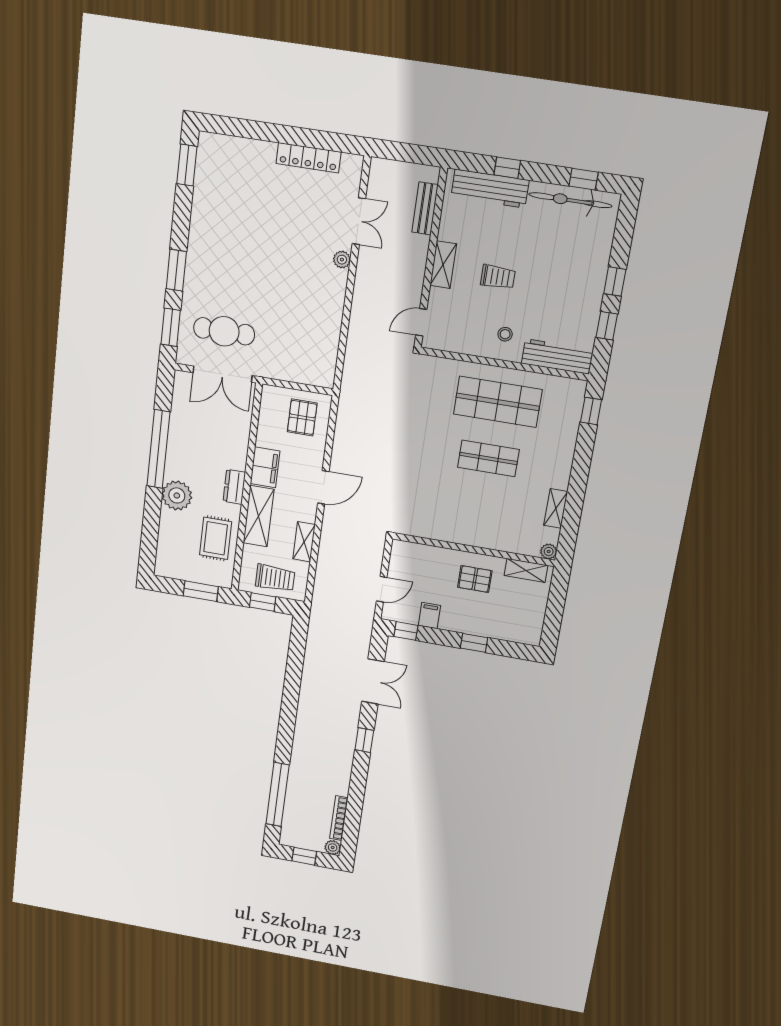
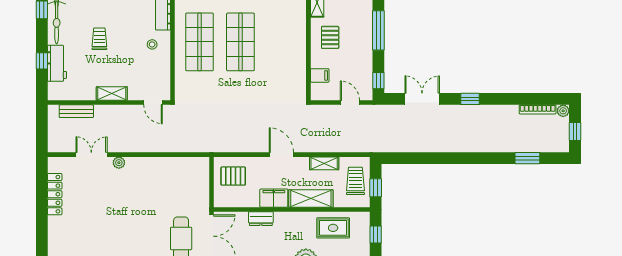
workbench: (490, 189) -> (57, 63), width x0.73
trolley: (498, 277) -> (99, 39), moved
shop shelf: (488, 458) -> (240, 42), width x1.43, depth x1.36
dresser: (234, 487) -> (261, 219), moved
window: (201, 591) -> (376, 234), width x0.67
filing cabinet: (429, 616) -> (320, 75), moved, turned 180
window: (474, 643) -> (378, 30), width x2.17
window: (278, 794) -> (527, 158), width x0.47

